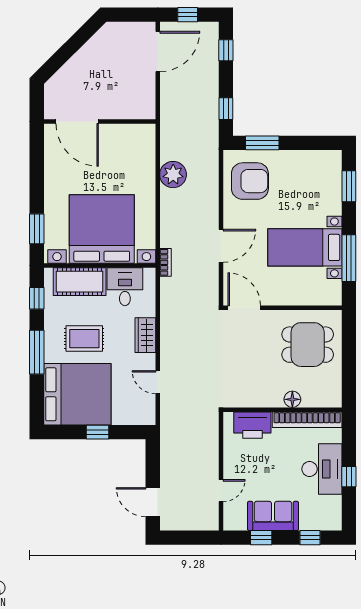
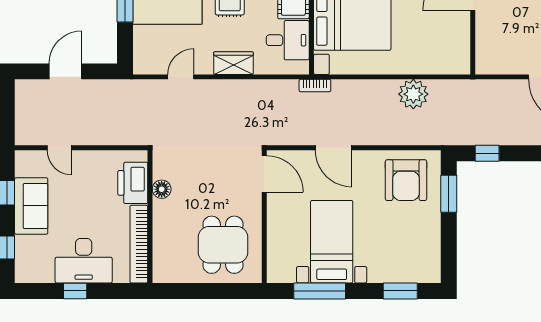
door: (244, 308) -> (264, 174), hinge flipped
floor lamp: (292, 399) -> (162, 189), moved
door: (153, 502) -> (65, 71), moved

